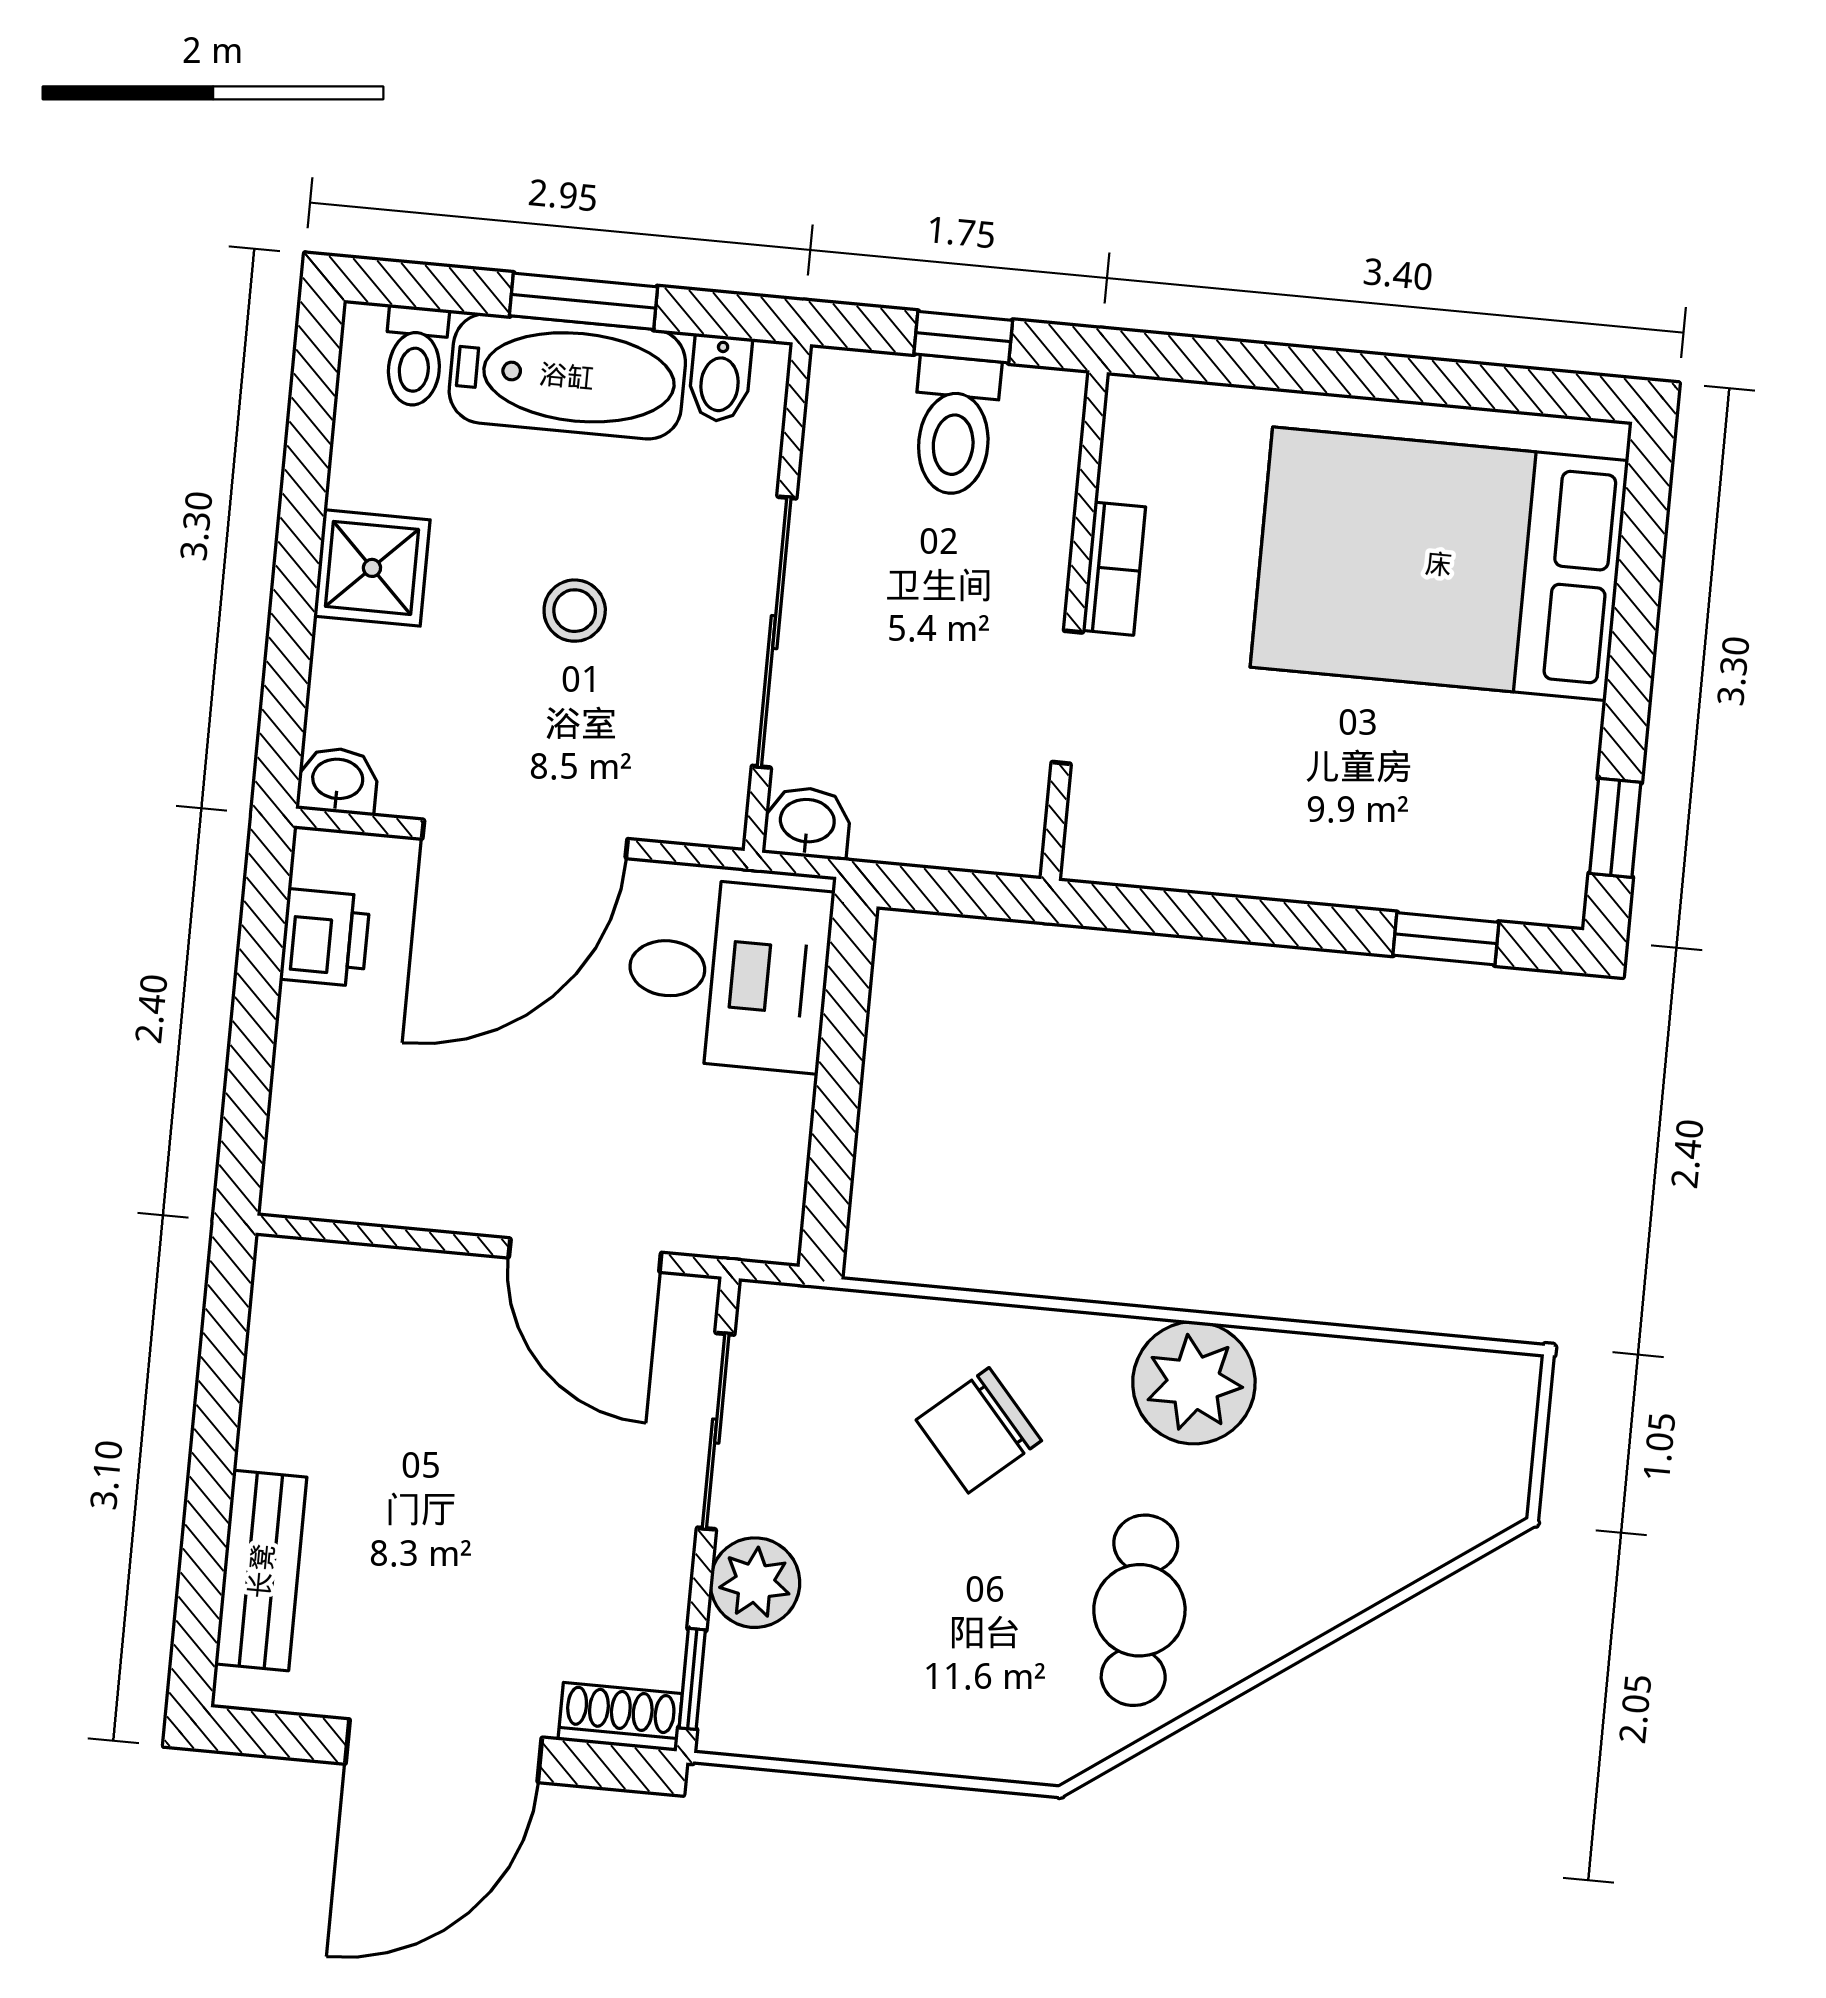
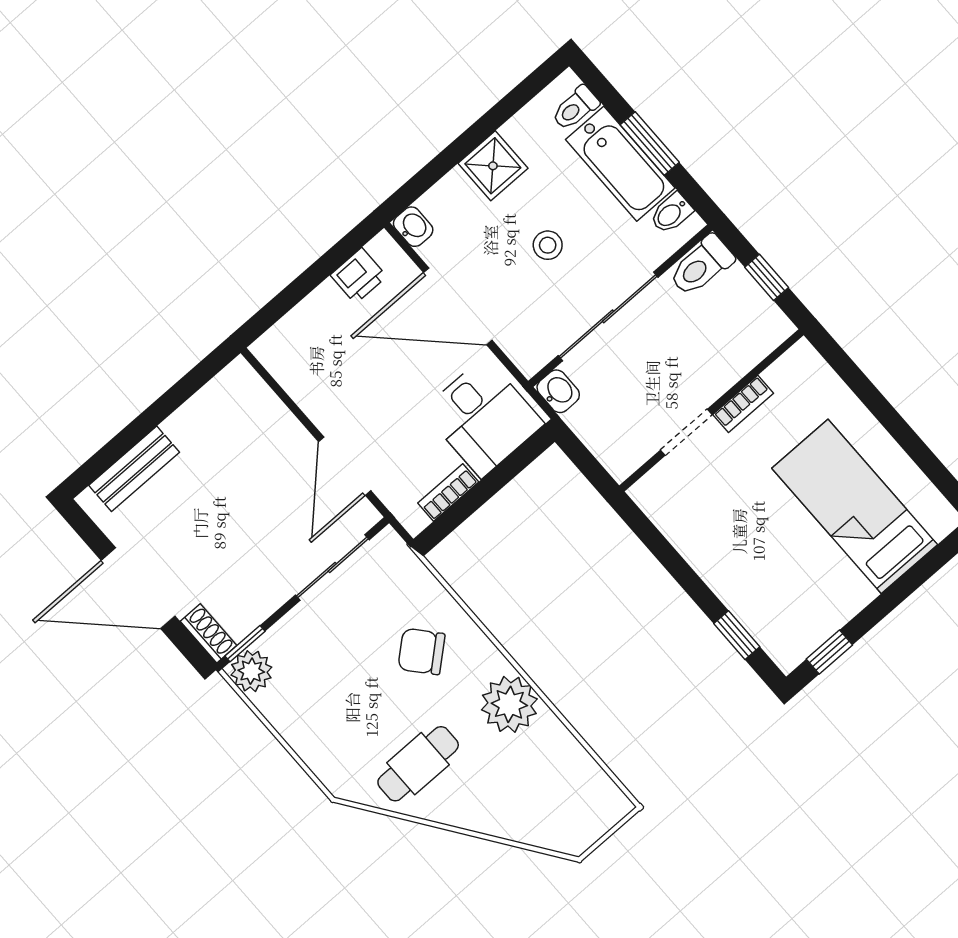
toilet: (955, 426) -> (701, 266), moved
bed: (1439, 564) -> (855, 506), width x0.67
bookcase: (785, 1143) -> (448, 492), added
plant: (755, 1583) -> (251, 671), moved

